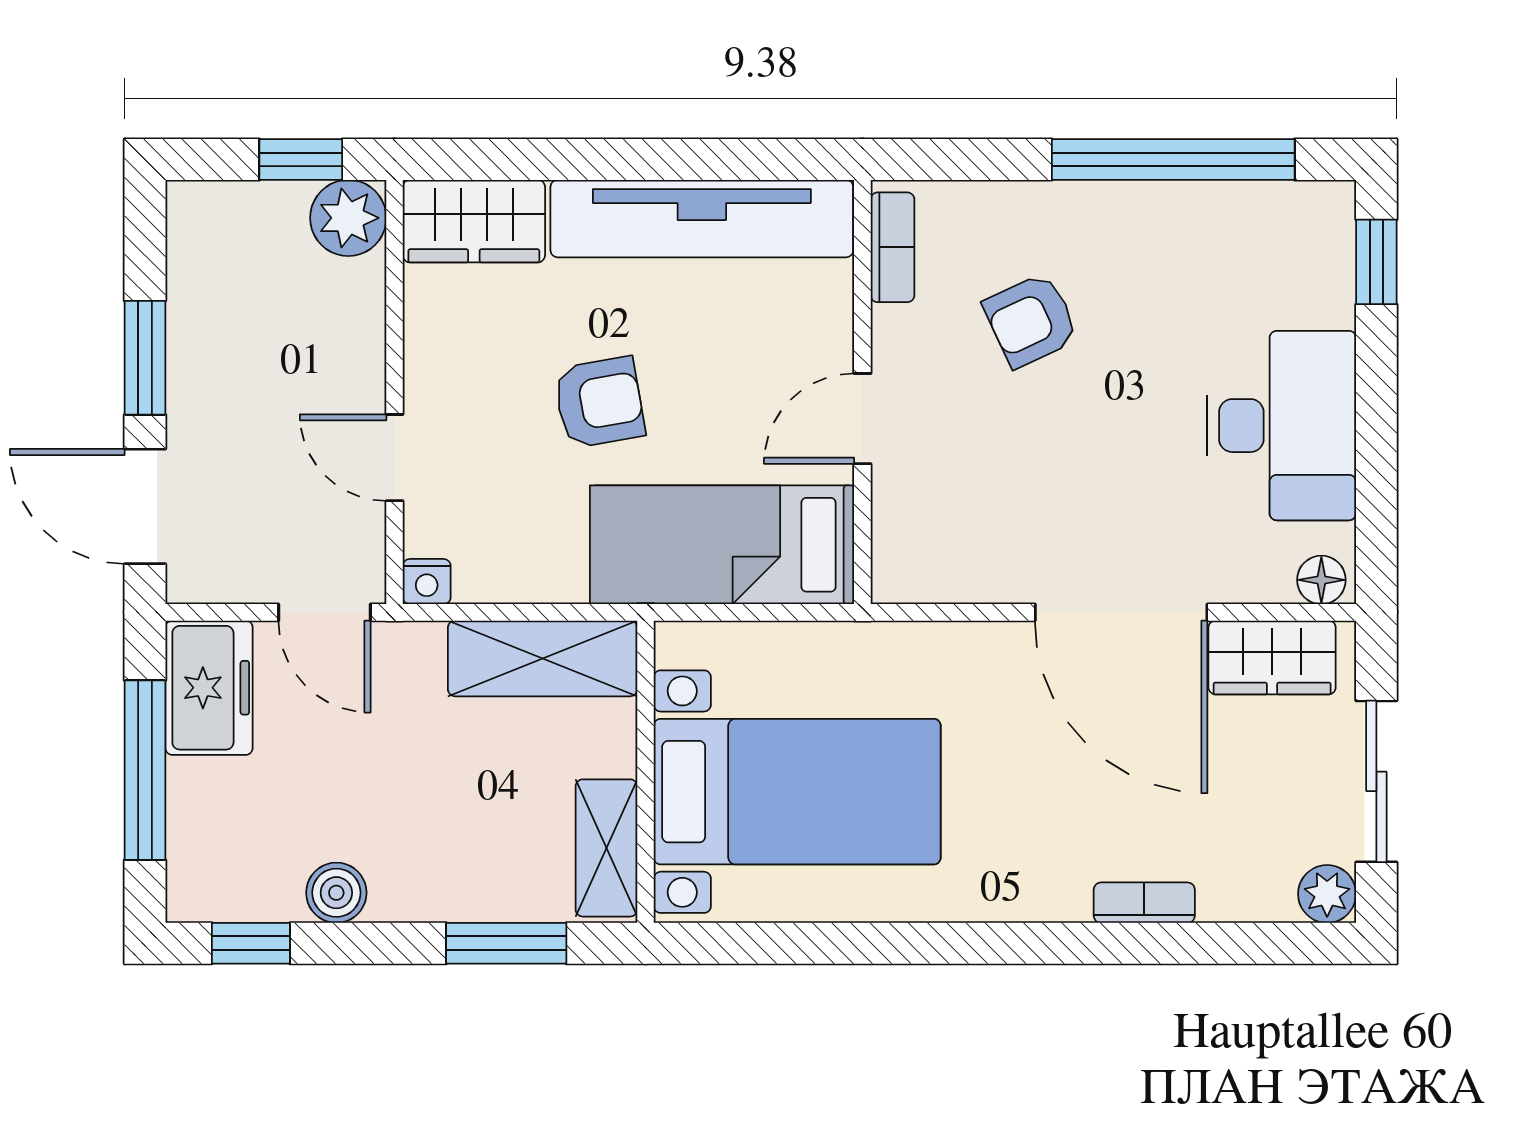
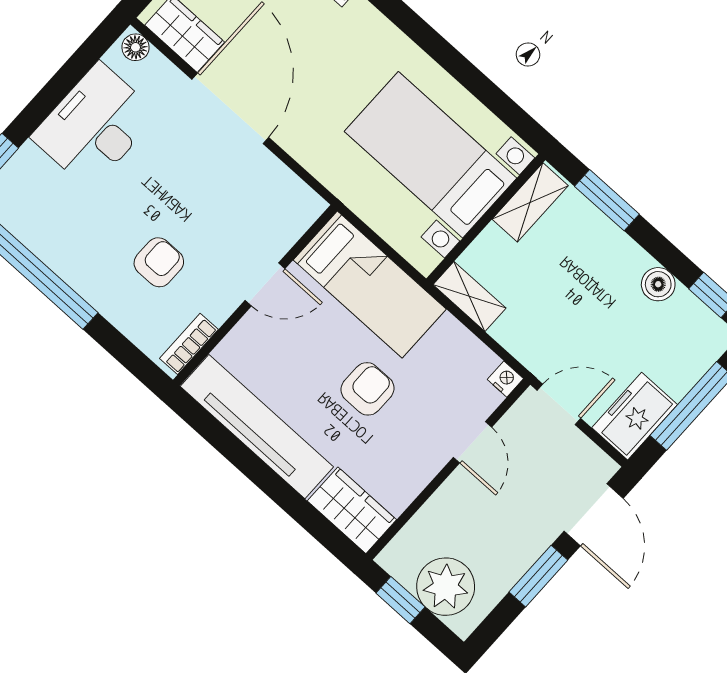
plant: (348, 218) -> (446, 587), moved, width x1.36, depth x1.36
armchair: (1031, 320) -> (159, 262), turned -65
armchair: (599, 402) -> (367, 389), turned 100
door: (324, 612) -> (559, 404), hinge flipped
shelving: (543, 658) -> (469, 296), width x0.67, depth x0.75

